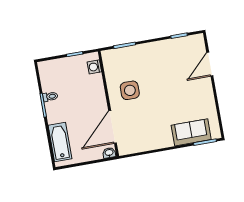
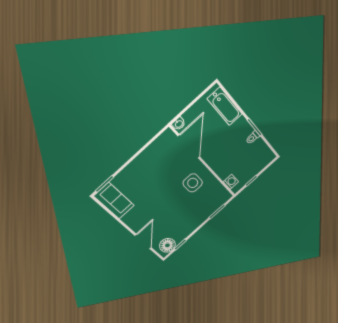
floor lamp: (191, 44) -> (167, 245), added
sofa: (191, 132) -> (114, 201), moved, turned -90

